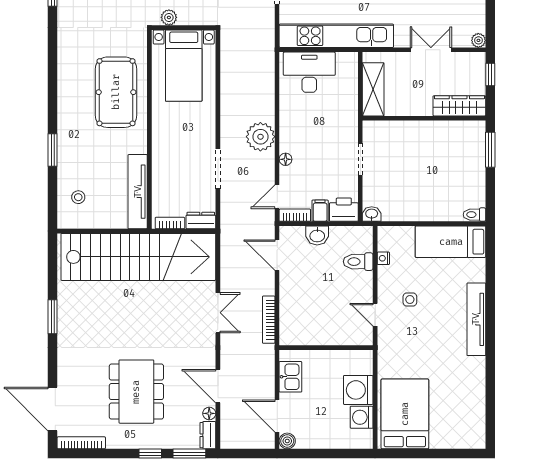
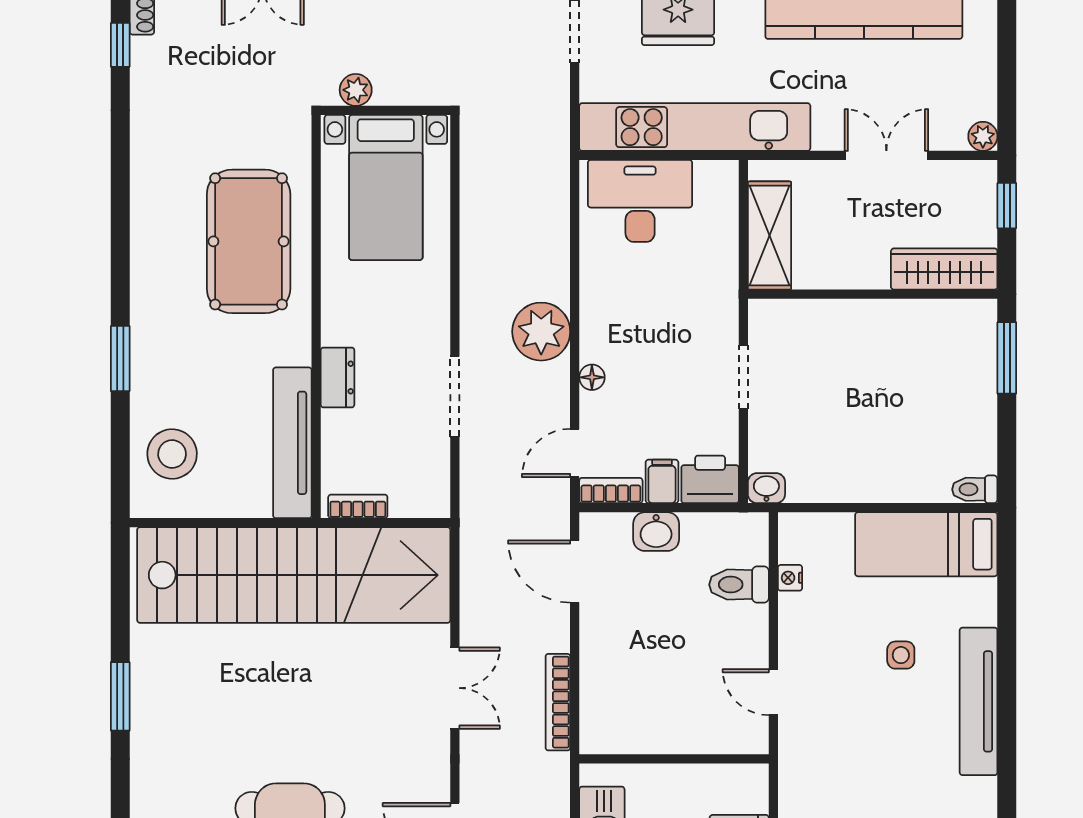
stool: (78, 197) -> (172, 454), width x1.89, depth x1.89
dresser: (201, 221) -> (338, 377), moved, turned 90
side table: (410, 299) -> (901, 655), moved

